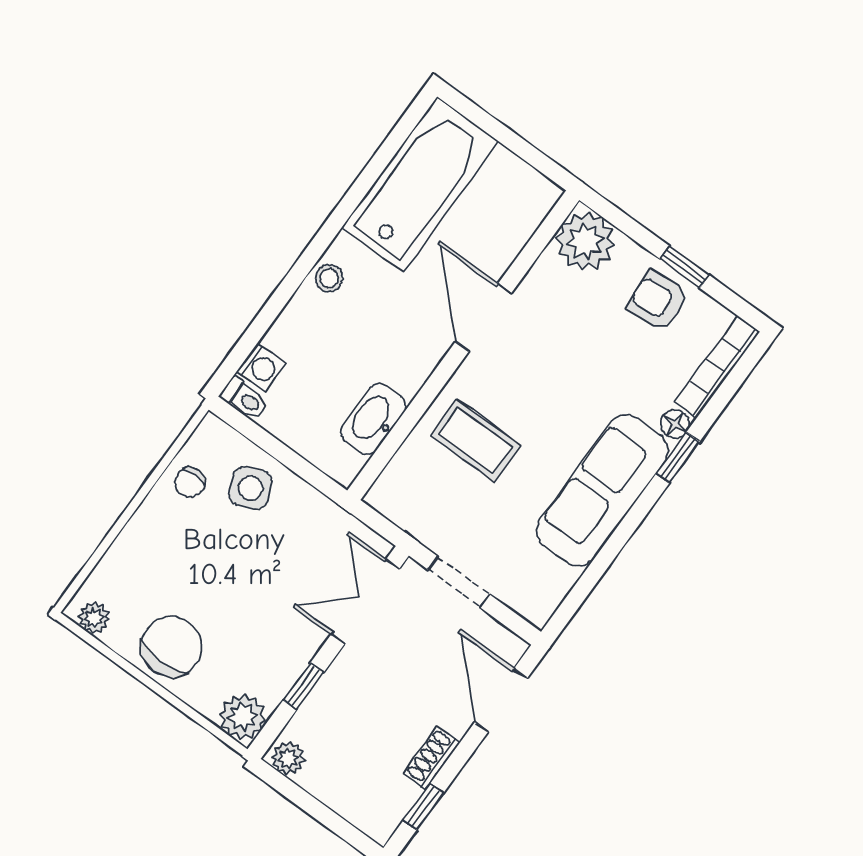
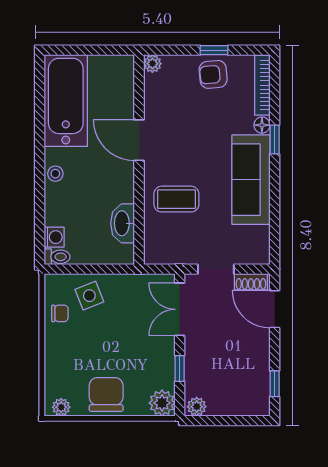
plant: (586, 241) -> (152, 64), width x0.53, depth x0.53
chair: (190, 482) -> (60, 313), turned -90
shoe rack: (431, 758) -> (251, 282), moved, turned -90

